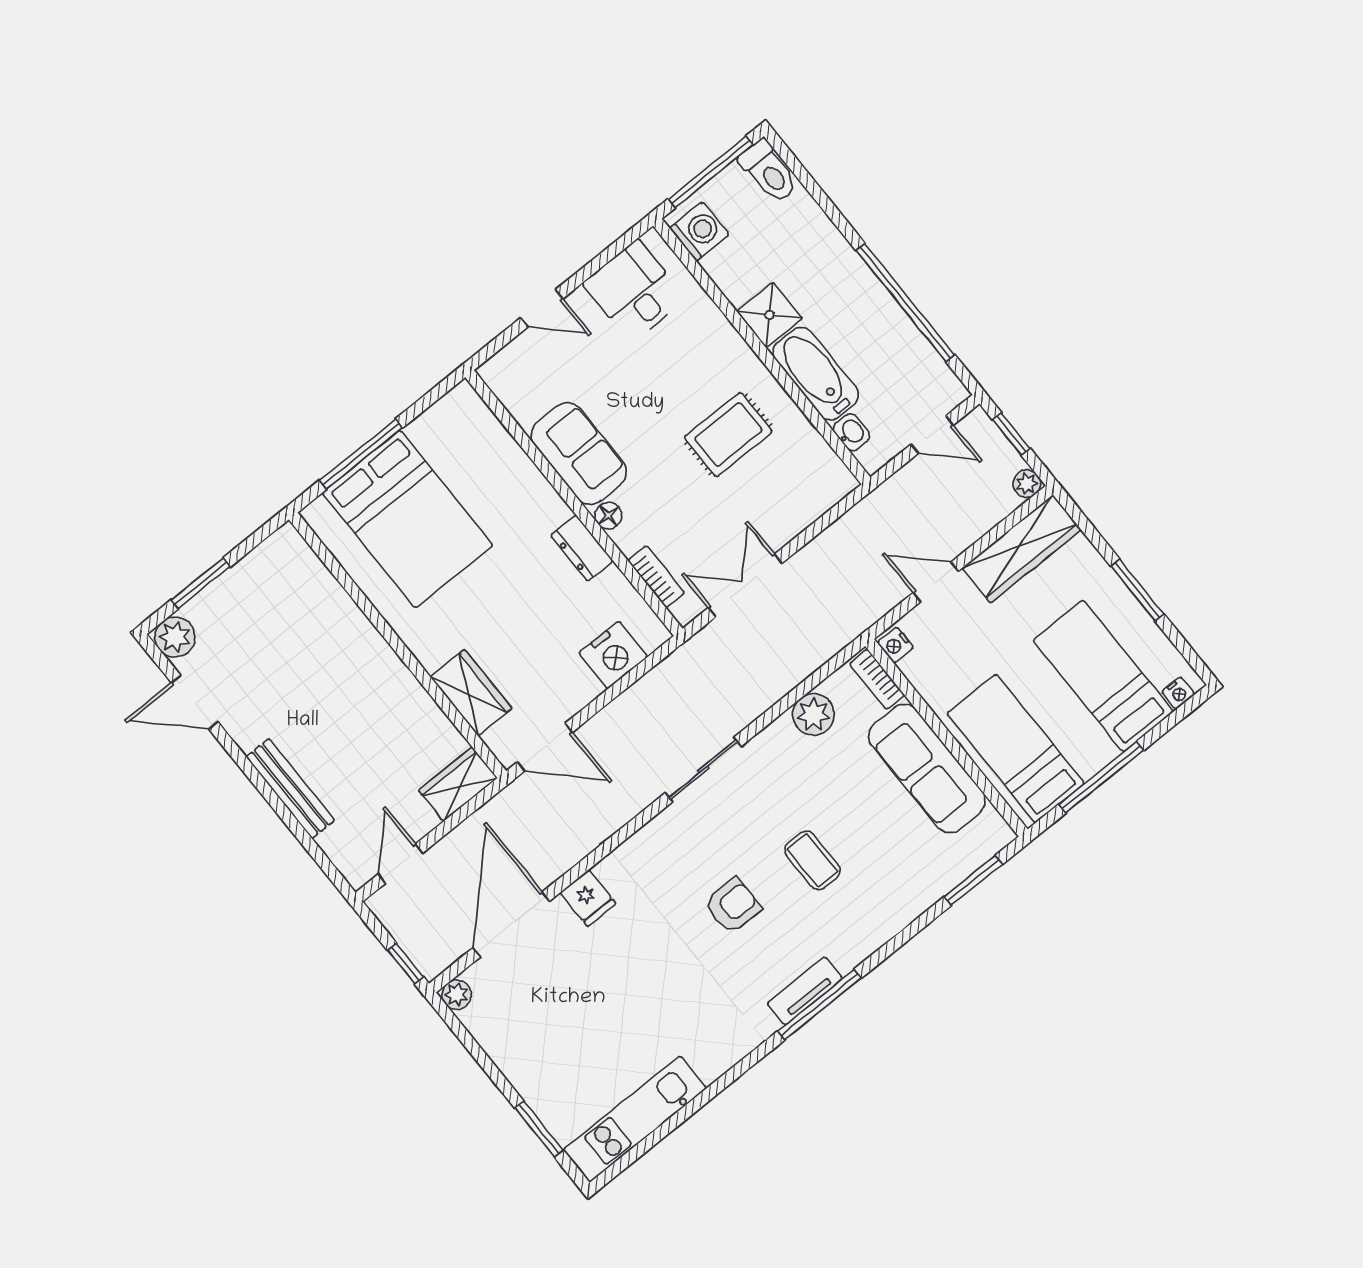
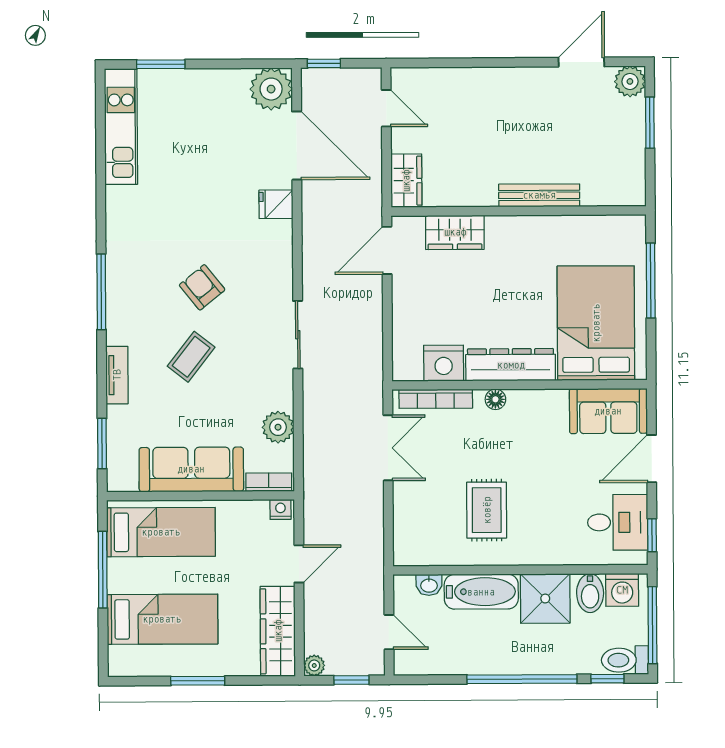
window: (802, 174) -> (607, 679), added
window: (619, 245) -> (652, 535), added
bidet: (729, 262) -> (590, 593), added
window: (905, 303) -> (522, 679), moved
door: (542, 308) -> (652, 459), width x1.37
shower: (769, 315) -> (545, 599), width x1.36, depth x1.36
door: (932, 435) -> (389, 632), swing flipped
sofa: (579, 453) -> (608, 411), moved
bed: (408, 519) -> (596, 323), moved, turned 90
dresser: (582, 548) -> (511, 365), width x1.96, depth x1.24
bookcase: (656, 577) -> (436, 399), width x1.56
nightstand: (613, 655) -> (444, 363), moved, turned -90
nightstand: (1178, 693) -> (116, 656), removed
bench: (290, 789) -> (539, 195), moved
coffee table: (812, 860) -> (191, 357), turned -52
armchair: (733, 906) -> (202, 287), turned 141
tv unit: (805, 991) -> (117, 375), moved
plant: (456, 995) -> (271, 89), width x1.88, depth x1.88

